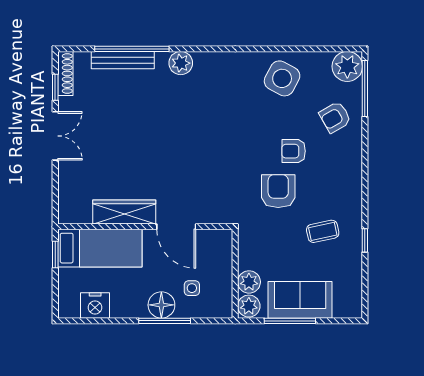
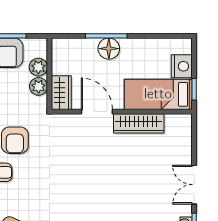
wardrobe: (220, 250) -> (61, 93), added
side table: (192, 288) -> (84, 62), removed
nightstand: (95, 305) -> (182, 66), moved, turned 90
plant: (249, 306) -> (39, 86), moved

